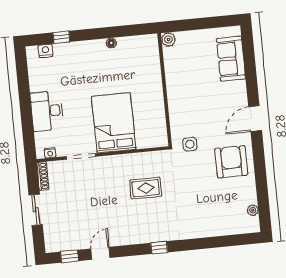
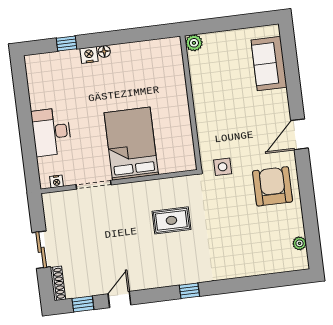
floor lamp: (111, 43) -> (104, 51), moved
nightstand: (46, 51) -> (89, 55), moved
shoe rack: (43, 176) -> (58, 283), moved

